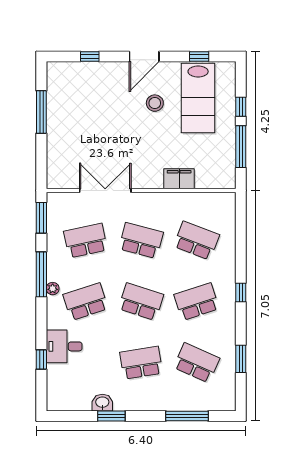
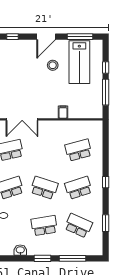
window: (199, 57) -> (80, 37), width x2.17
filing cabinet: (179, 179) -> (63, 112), width x0.50
double door: (105, 191) -> (22, 119), swing flipped
school desk: (141, 241) -> (44, 150), removed
school desk: (197, 241) -> (78, 150), turned -36
window: (111, 416) -> (42, 258), moved

